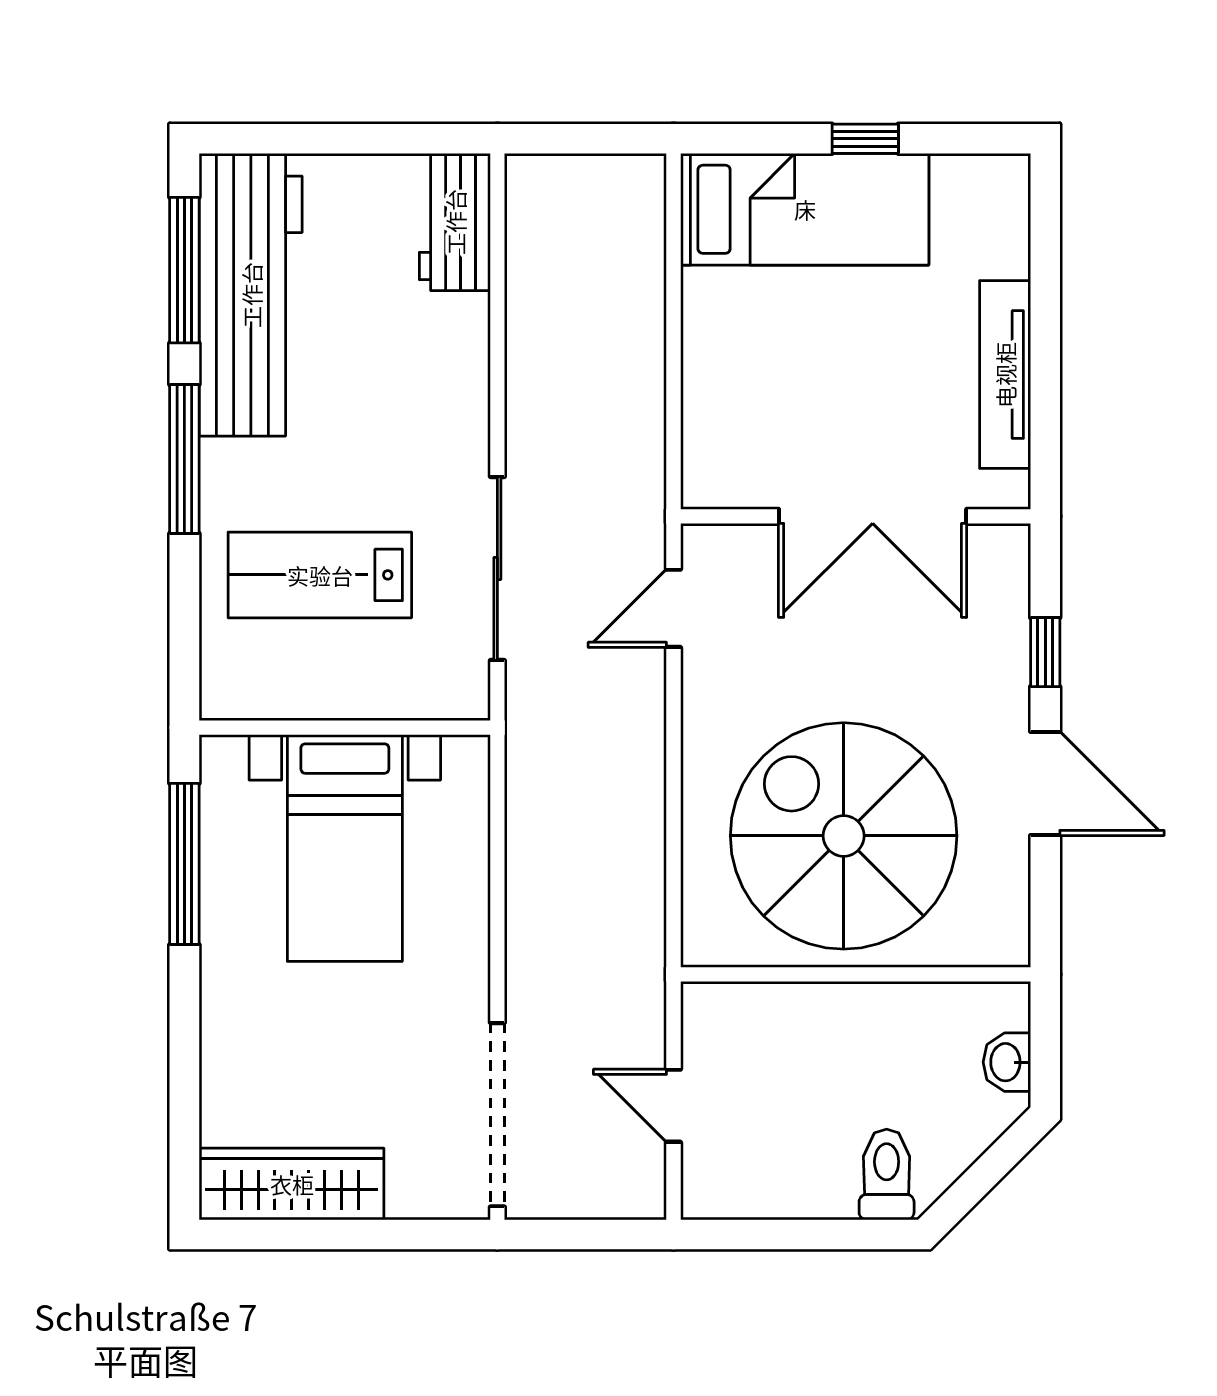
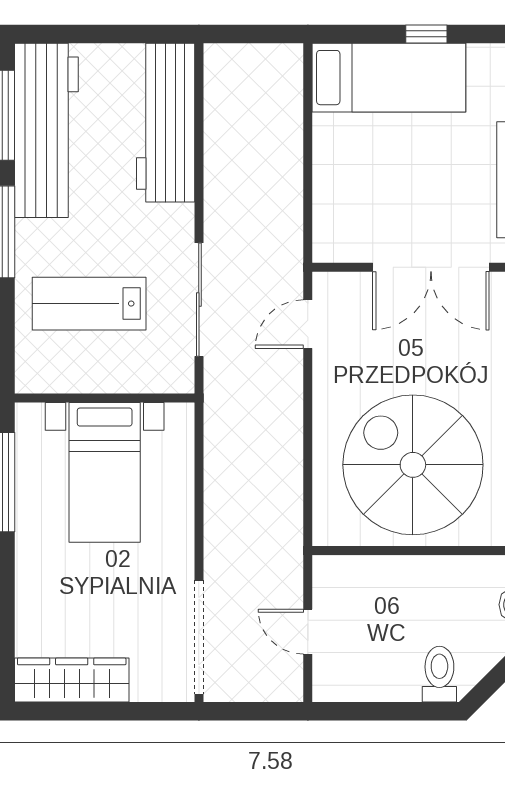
workbench: (455, 222) -> (166, 123), width x1.88, depth x1.32

